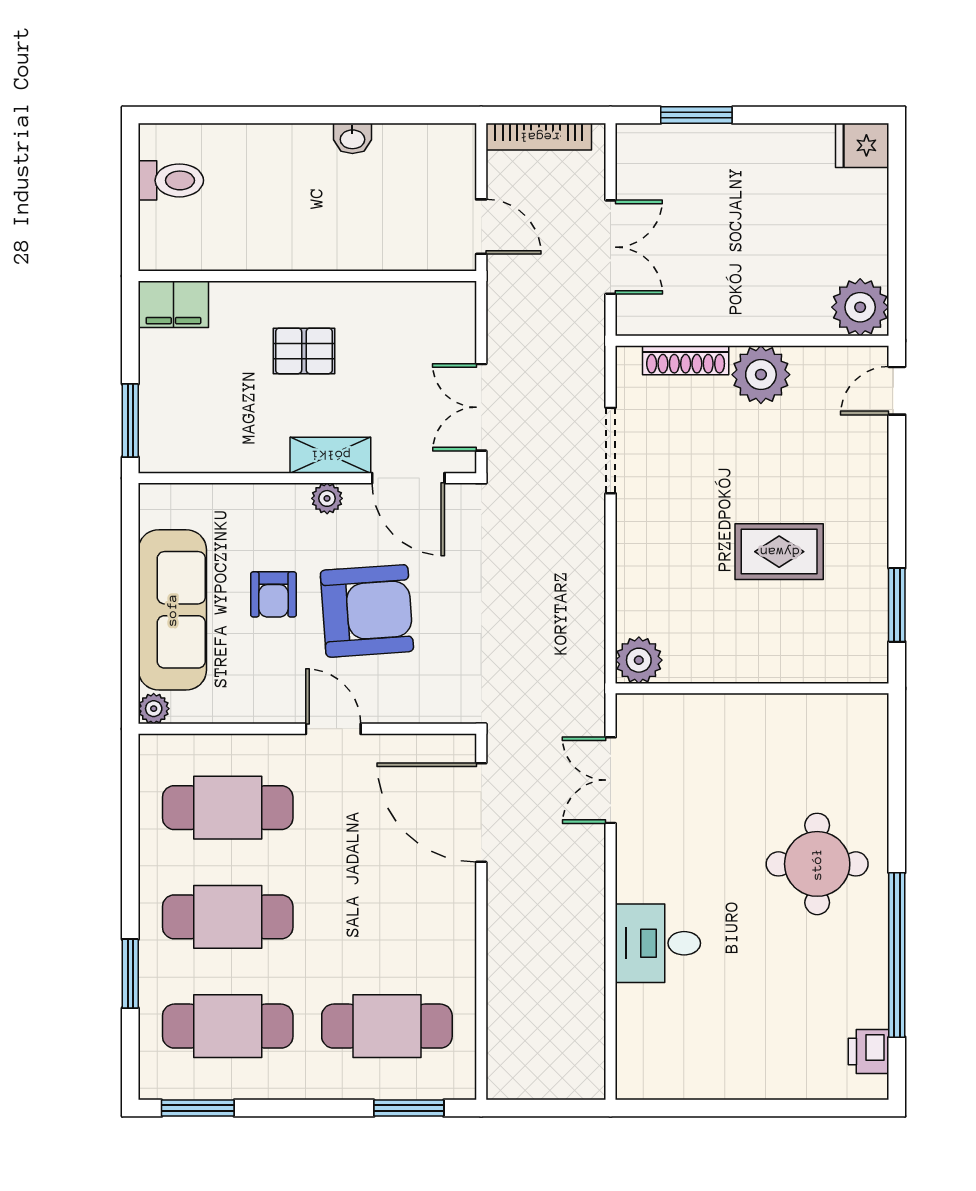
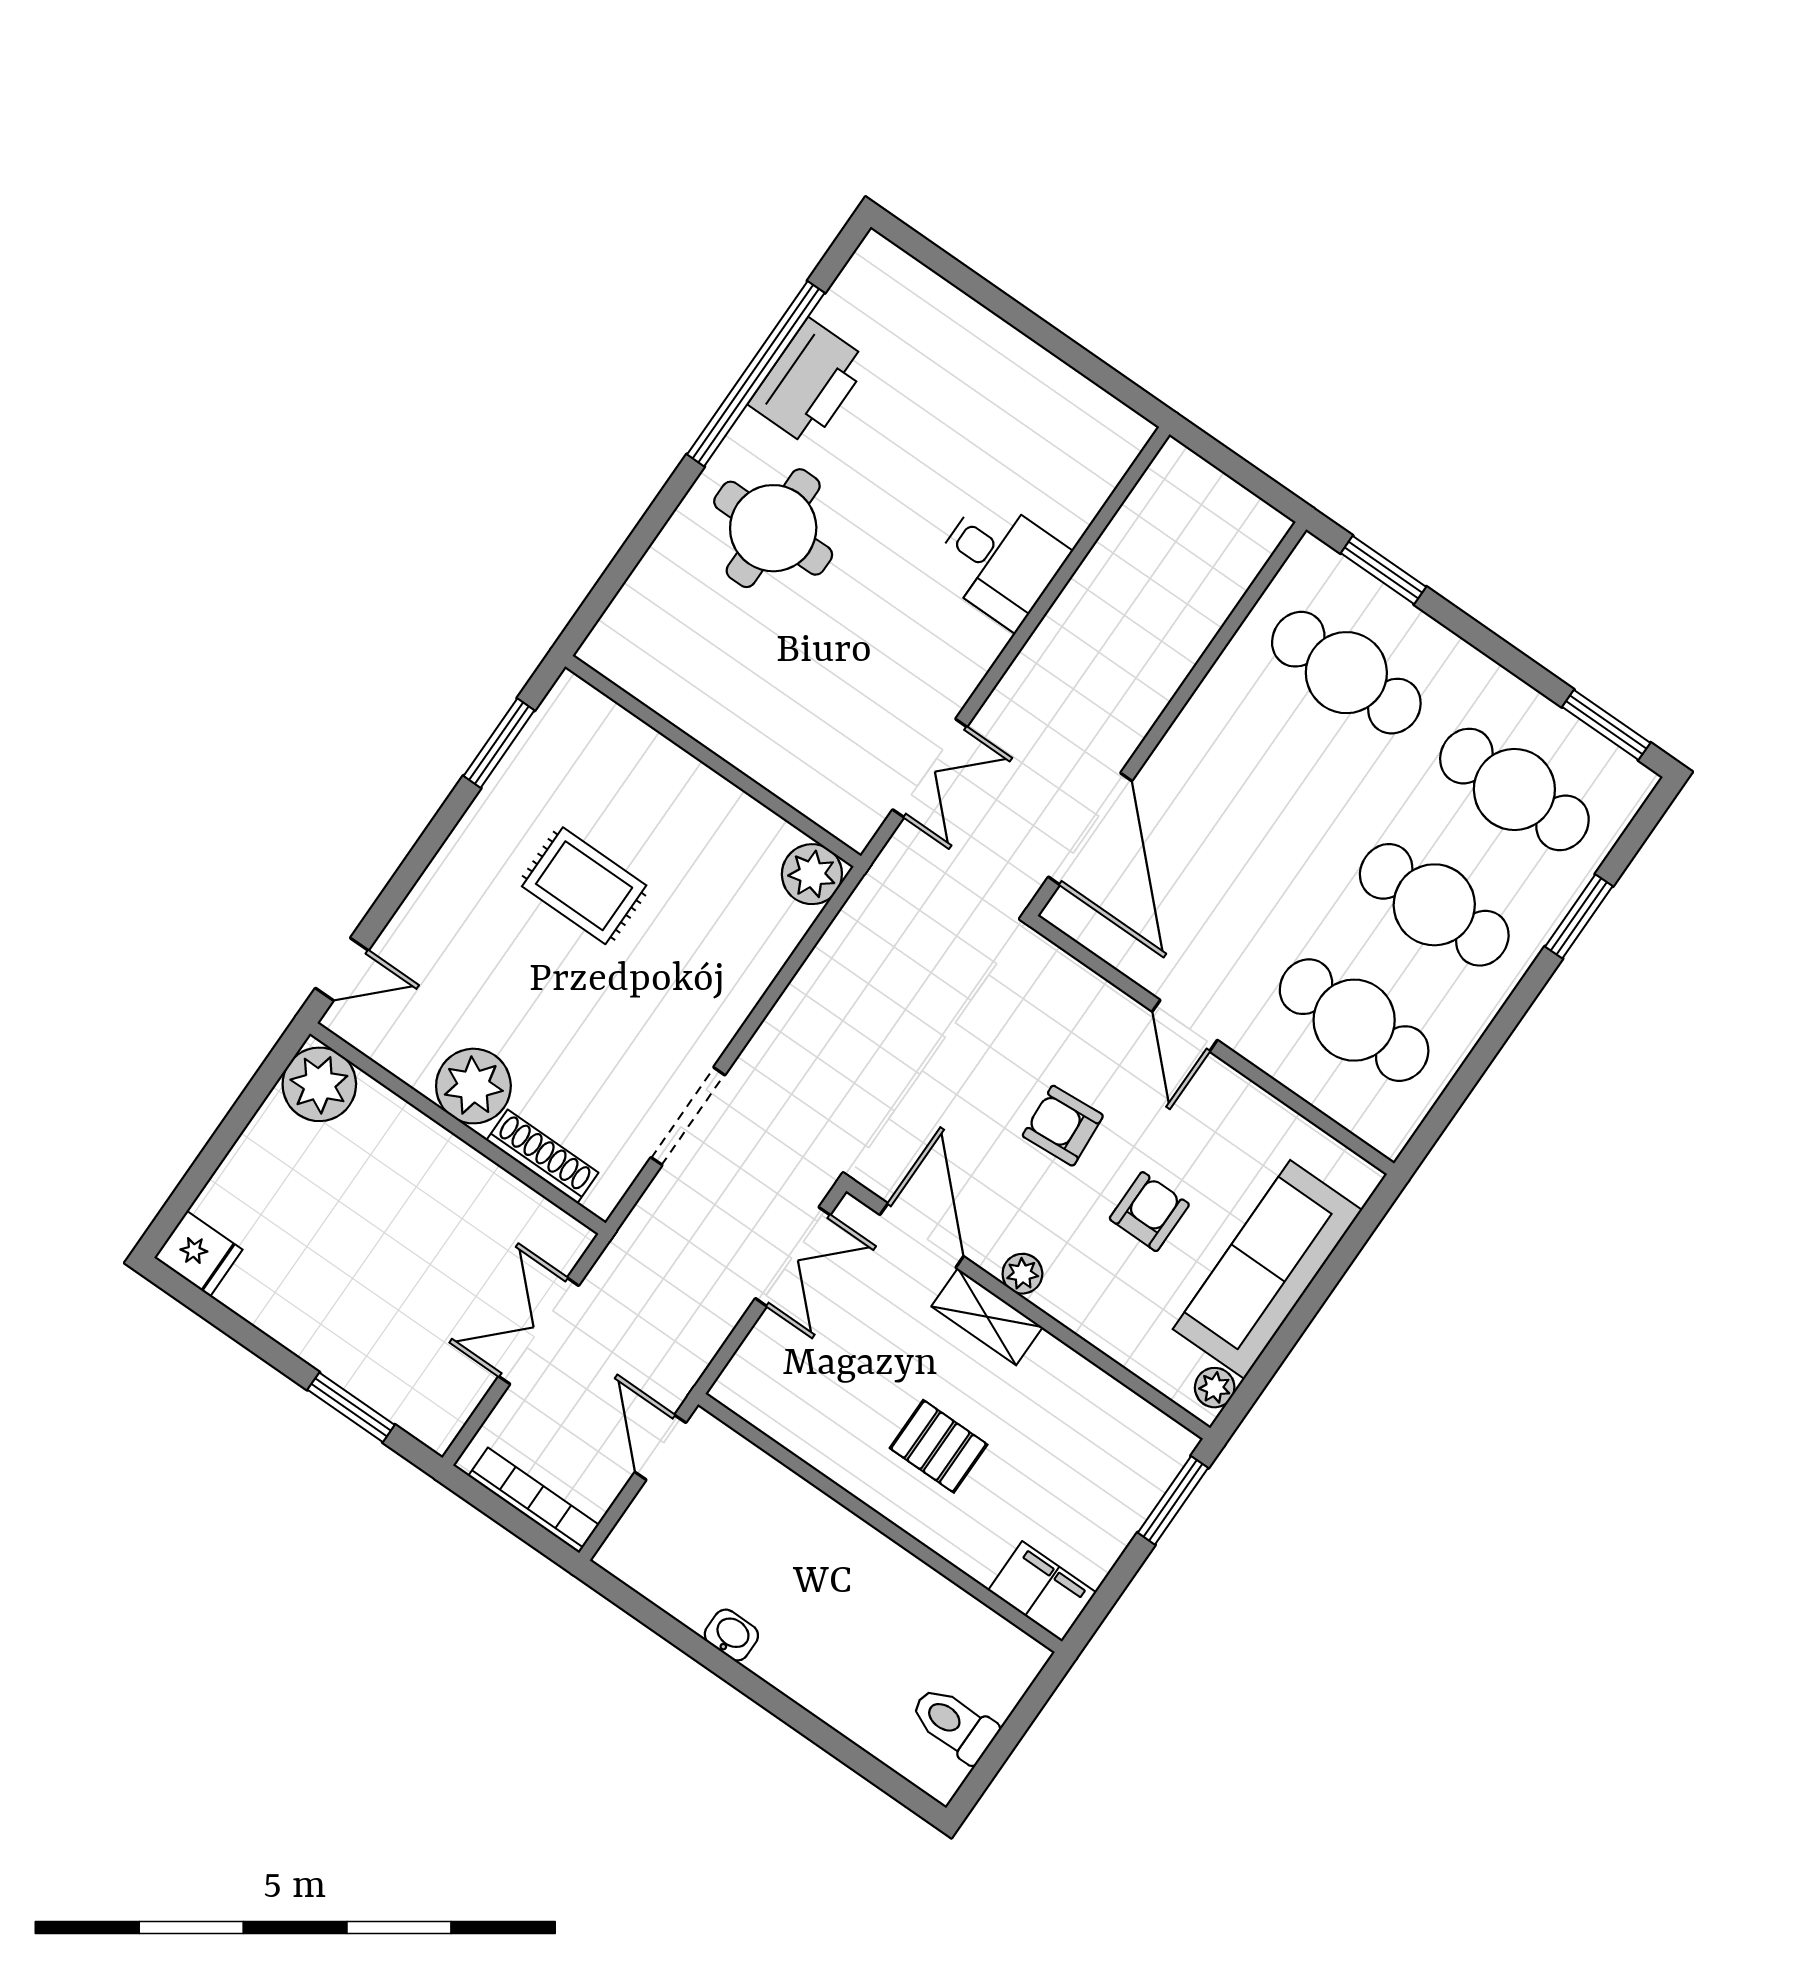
armchair: (367, 611) -> (1063, 1126), width x0.53, depth x0.53
plant: (154, 709) -> (1215, 1388), moved
printer: (869, 1051) -> (809, 382), moved, width x1.87, depth x1.48

